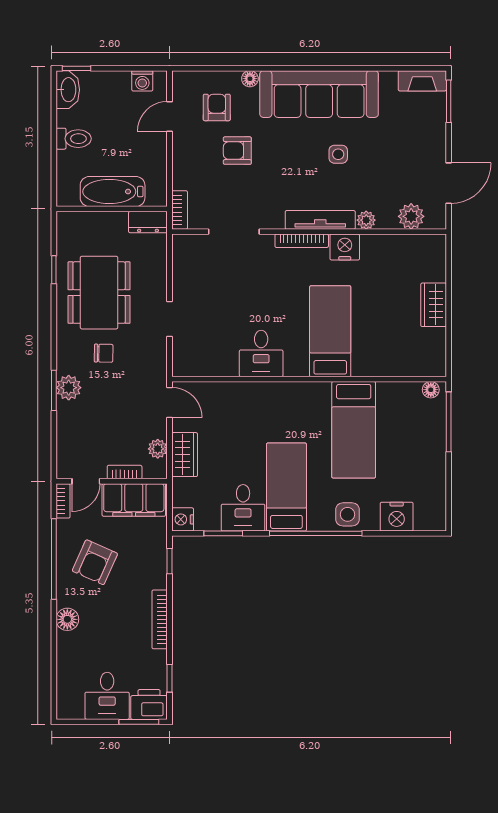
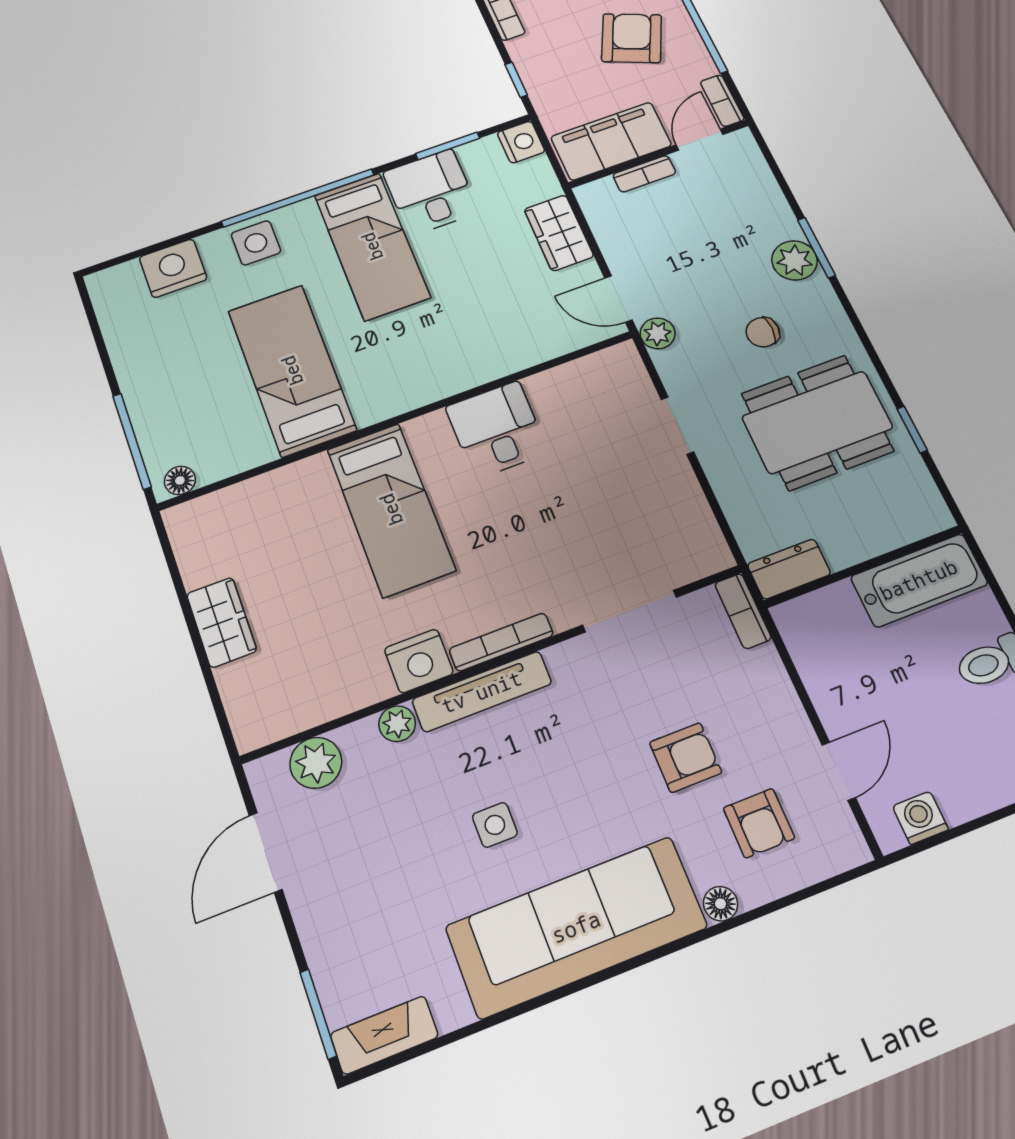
bathtub: (113, 192) -> (919, 580), moved
dining table: (99, 293) -> (817, 422), turned 90
plant: (158, 449) -> (658, 333), moved

